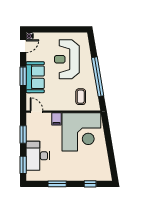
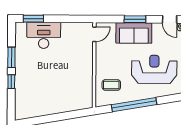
filing cabinet: (57, 119) -> (86, 57), removed
corner desk: (81, 132) -> (71, 85), removed
window: (23, 134) -> (68, 19), removed
window: (90, 184) -> (11, 82), moved

